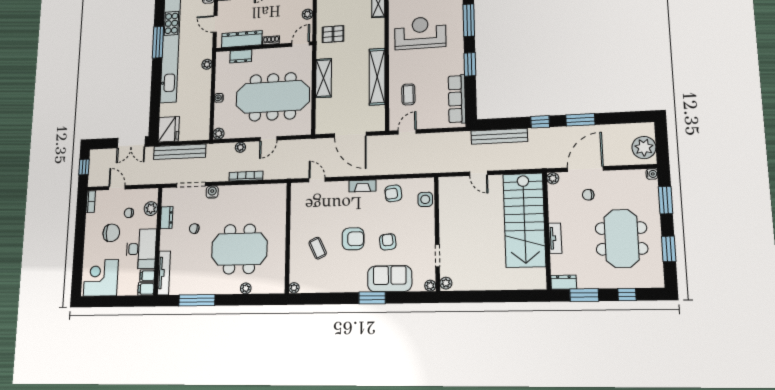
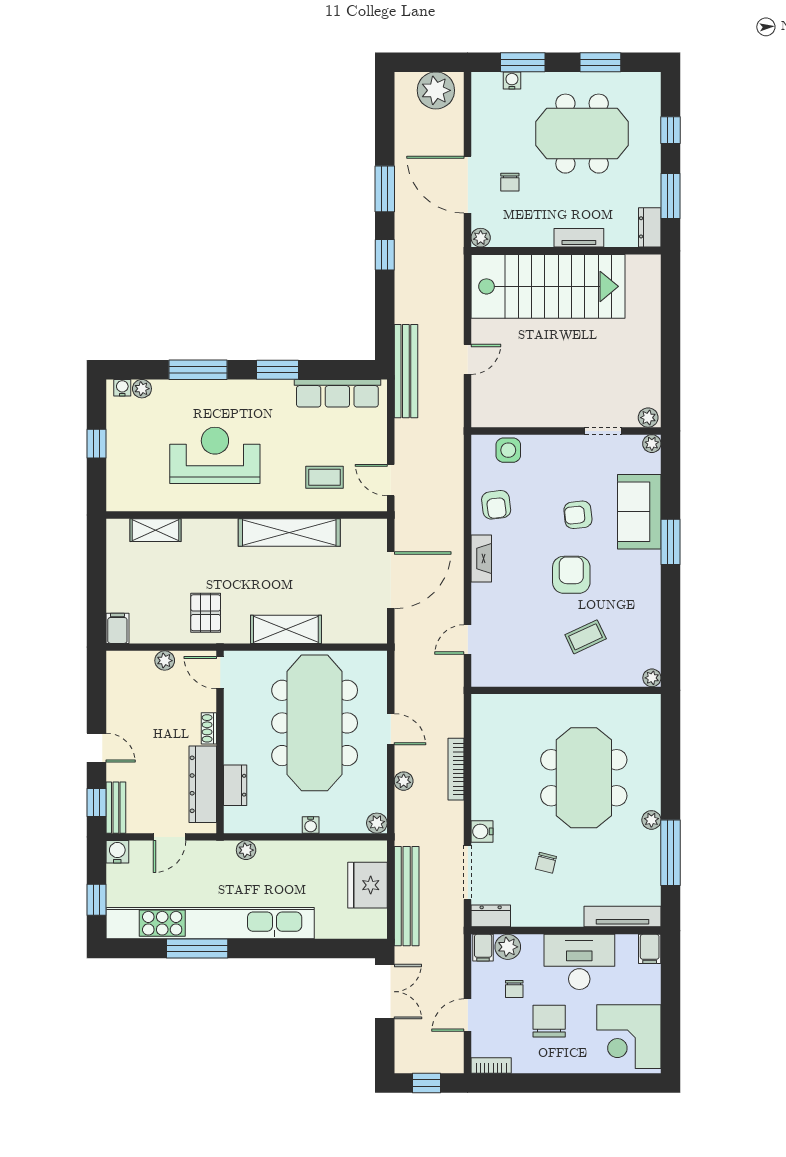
reception desk: (420, 33) -> (215, 455), turned 90
fridge: (169, 129) -> (368, 885), moved, turned -90
bench: (499, 136) -> (406, 371), moved
water cooler: (652, 174) -> (512, 80), moved
dresser: (167, 218) -> (491, 916), moved
filing cabinet: (147, 276) -> (483, 948), moved
plant: (246, 288) -> (651, 820), moved

